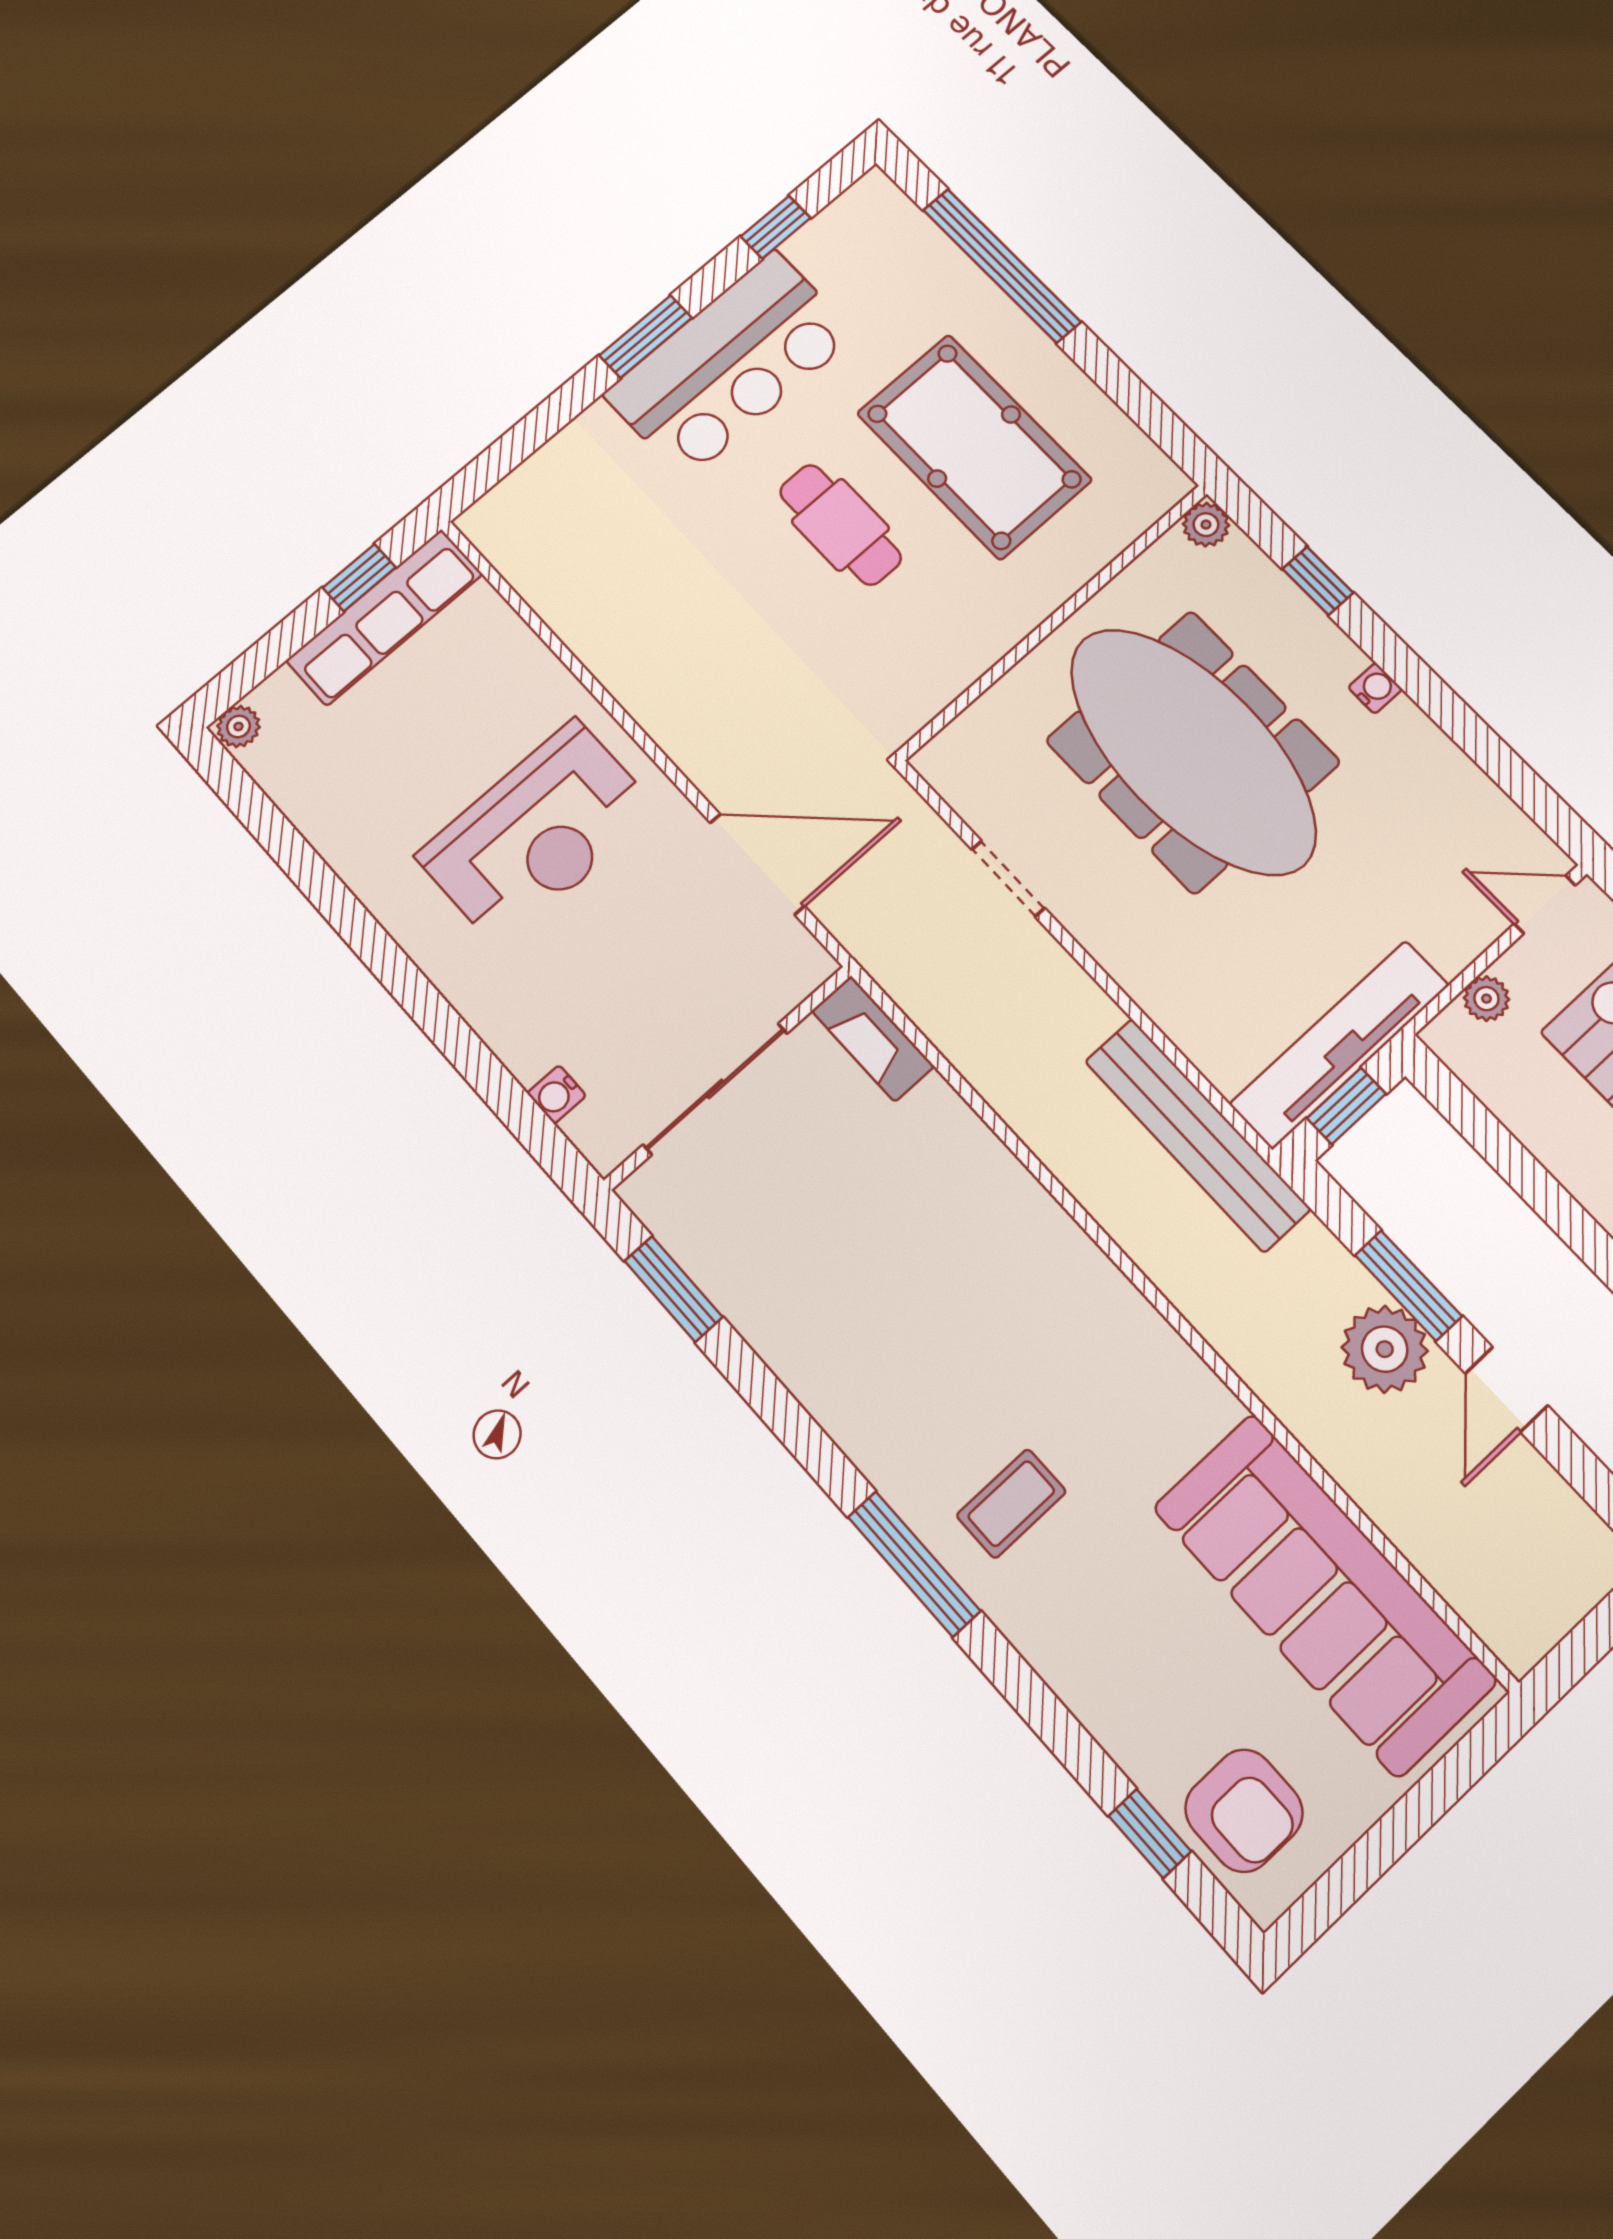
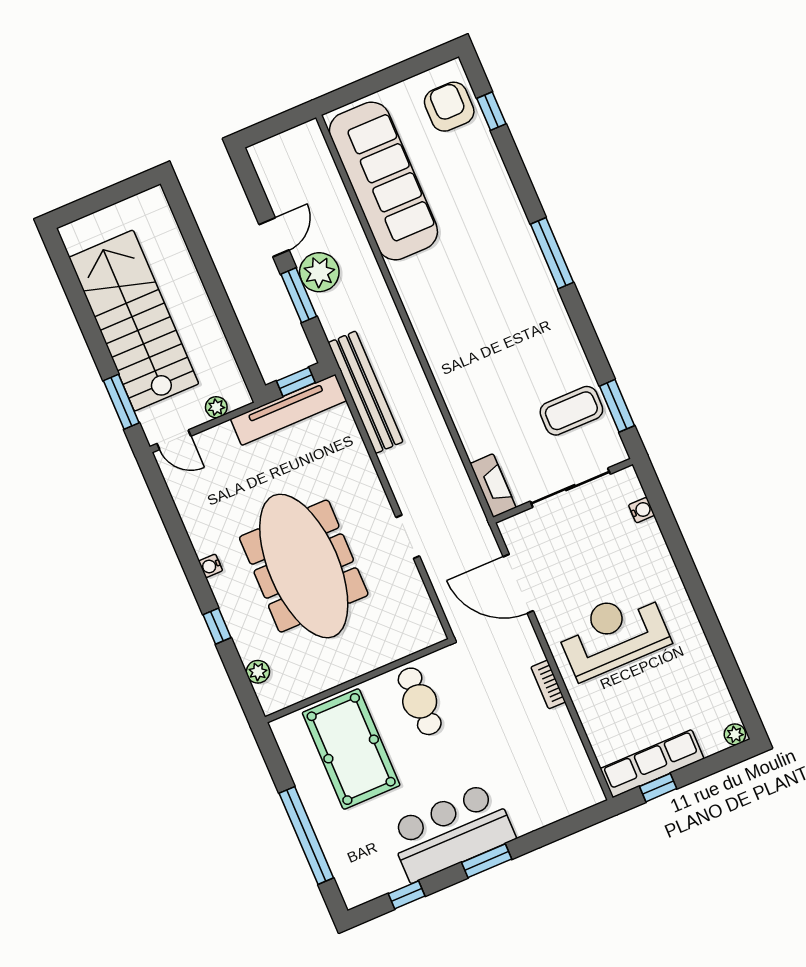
cafe table: (840, 525) -> (420, 701), moved
wall: (1053, 622) -> (358, 681), moved
bookcase: (634, 694) -> (548, 685), added
coffee table: (1011, 1504) -> (571, 411), moved, width x1.36, depth x1.30

